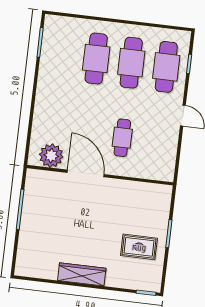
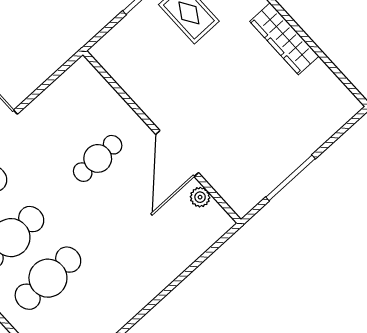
plant: (51, 156) -> (200, 197), width x0.53, depth x0.53

